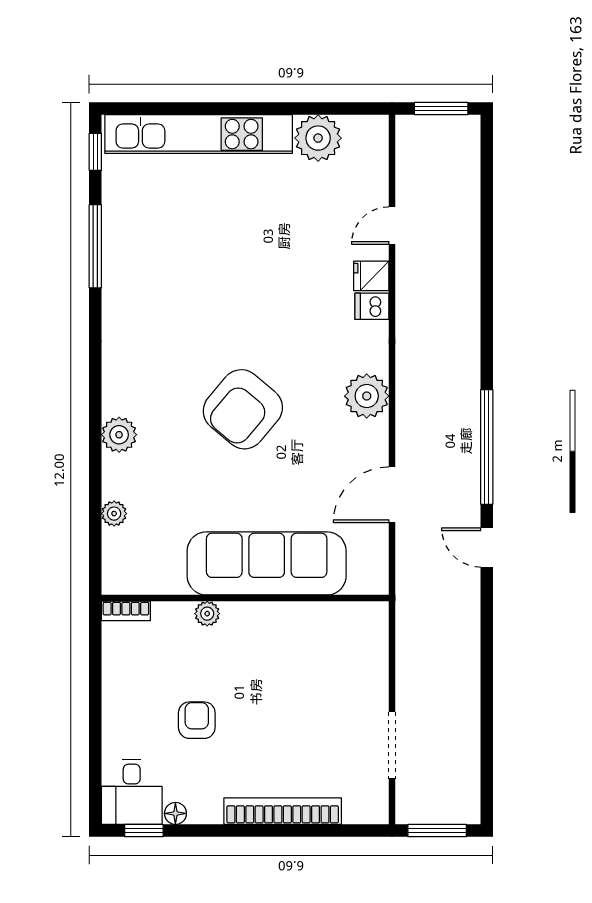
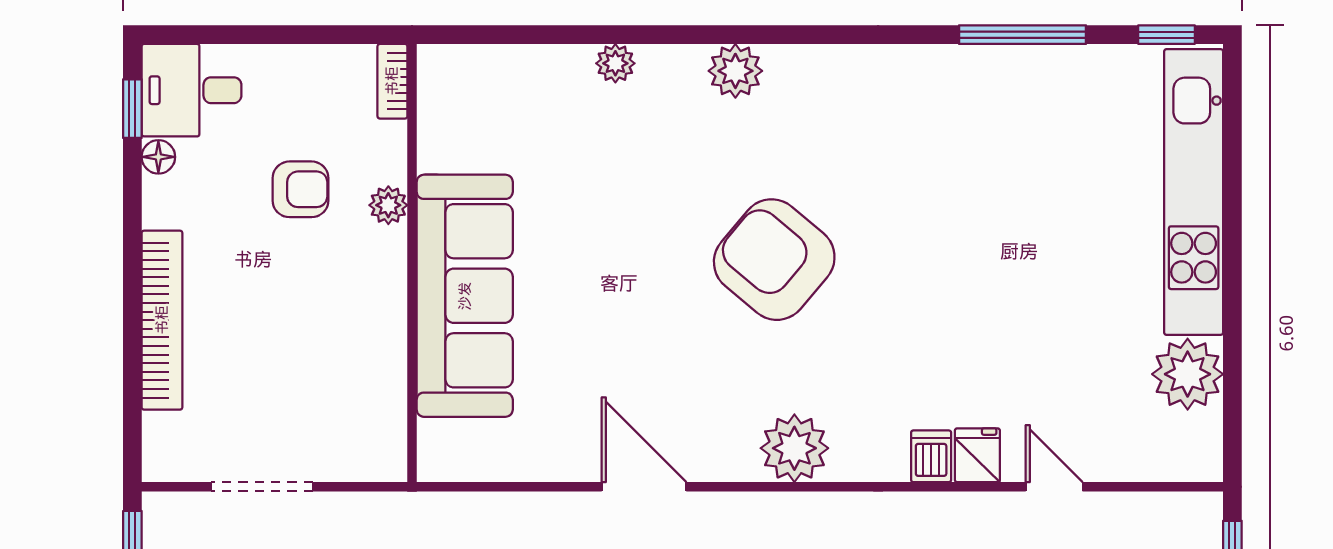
sofa: (267, 563) -> (465, 296), moved
wall: (245, 598) -> (412, 263), moved
bookcase: (126, 611) -> (392, 81), moved
plant: (207, 614) -> (388, 205), moved

